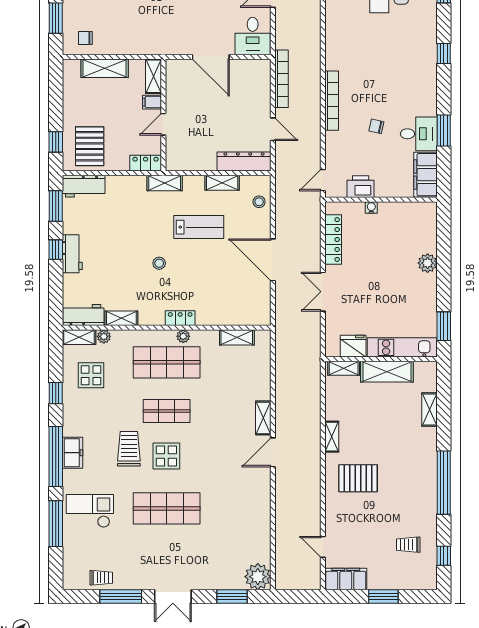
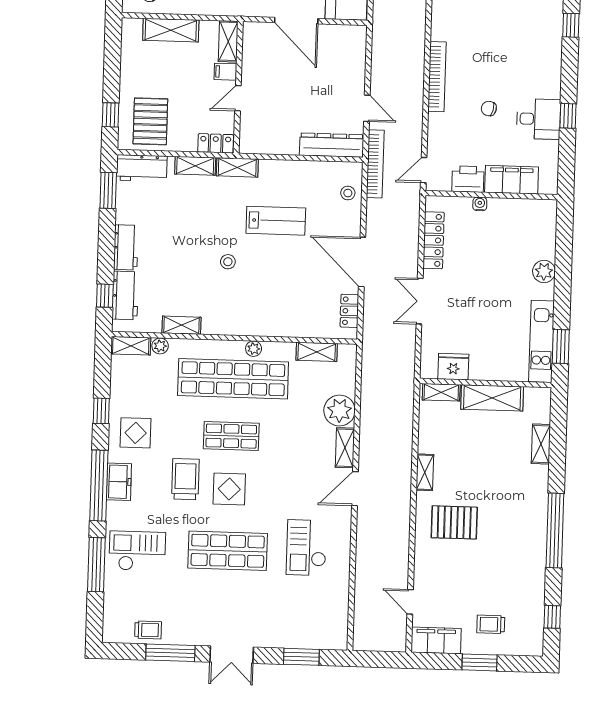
bookcase: (282, 79) -> (375, 164), moved
window: (444, 130) -> (568, 116), width x0.67
filing cabinet: (425, 175) -> (512, 180), moved, turned 90
shelving: (222, 183) -> (195, 166), moved
window: (56, 250) -> (105, 296), moved
workbench: (83, 315) -> (125, 295), moved, turned 90
locker: (180, 318) -> (349, 311), moved, turned -90
kitchen unit: (402, 347) -> (542, 341), moved, turned -90
shop shelf: (167, 362) -> (233, 379), width x1.40
display table: (91, 375) -> (136, 433), moved
checkout: (233, 504) -> (306, 548), added
trolley: (408, 545) -> (491, 624), moved
plant: (258, 577) -> (340, 411), moved

